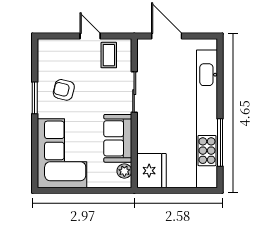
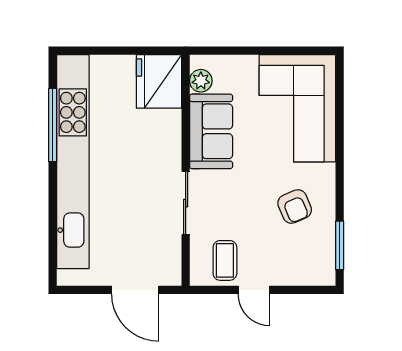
armchair: (64, 90) -> (295, 206), turned 53
window: (35, 98) -> (340, 245), moved

